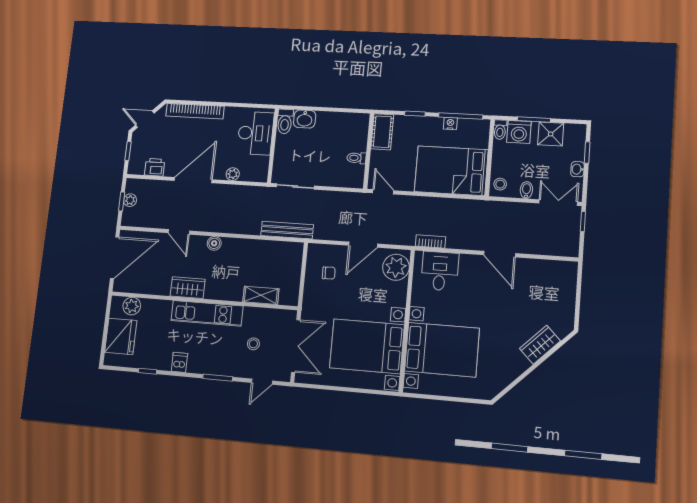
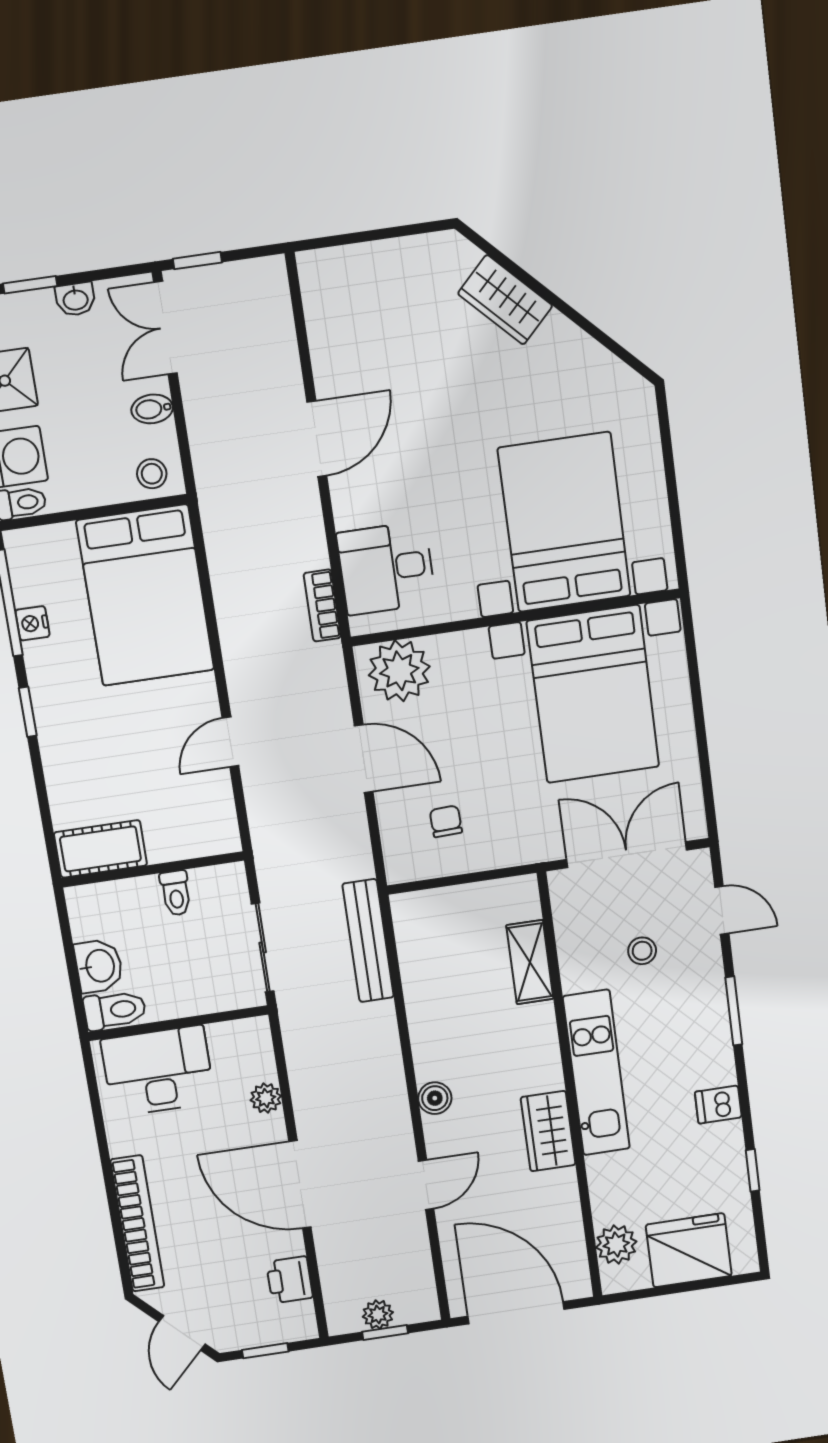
cot: (382, 132) -> (100, 849), moved
wall: (369, 151) -> (153, 869), moved
toilet: (357, 158) -> (176, 893), moved

